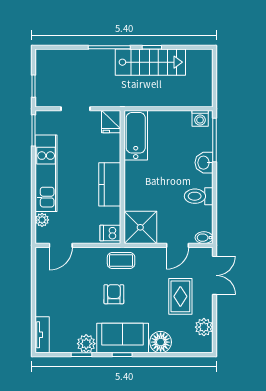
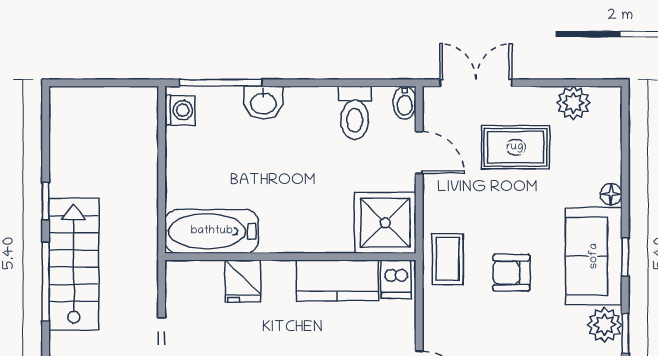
stairs: (150, 62) -> (74, 264), moved
fridge: (111, 122) -> (243, 281), moved, turned 90
kitchen counter: (110, 184) -> (337, 280), moved
toilet: (199, 196) -> (355, 113), moved
floor lamp: (161, 342) -> (611, 194), width x0.53, depth x0.53

